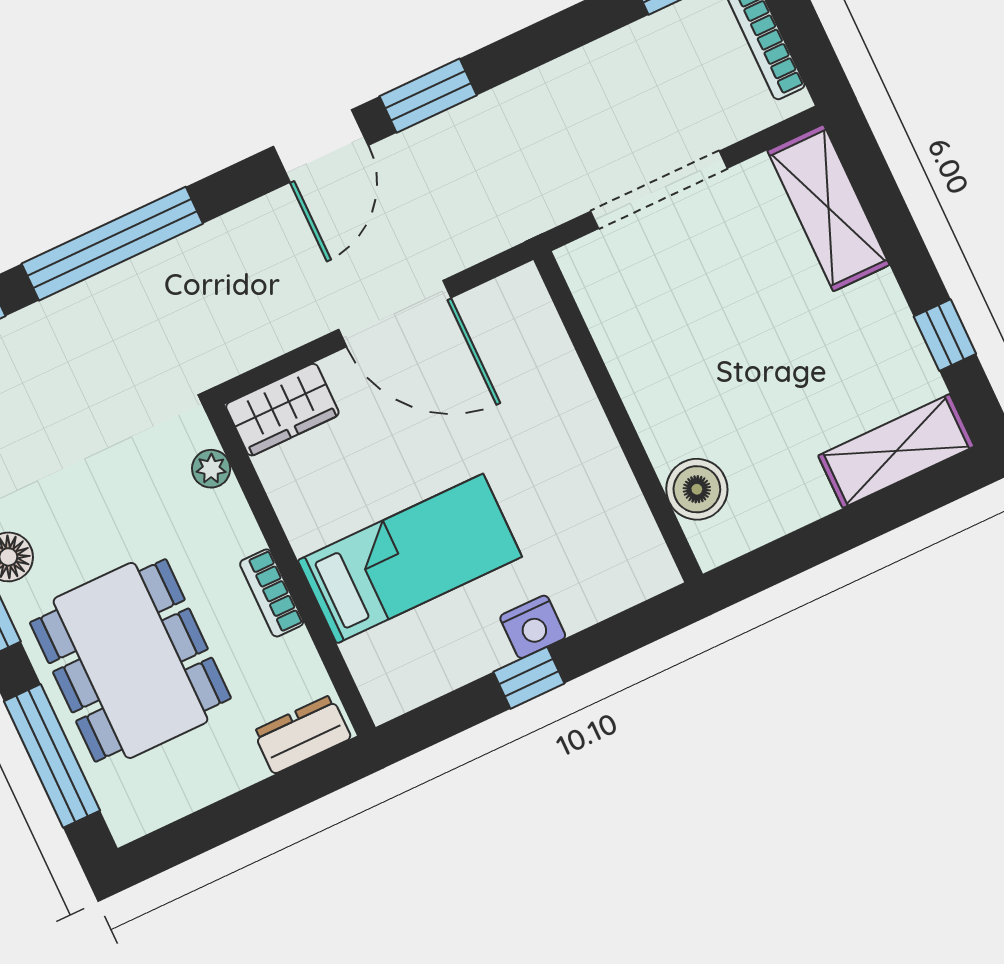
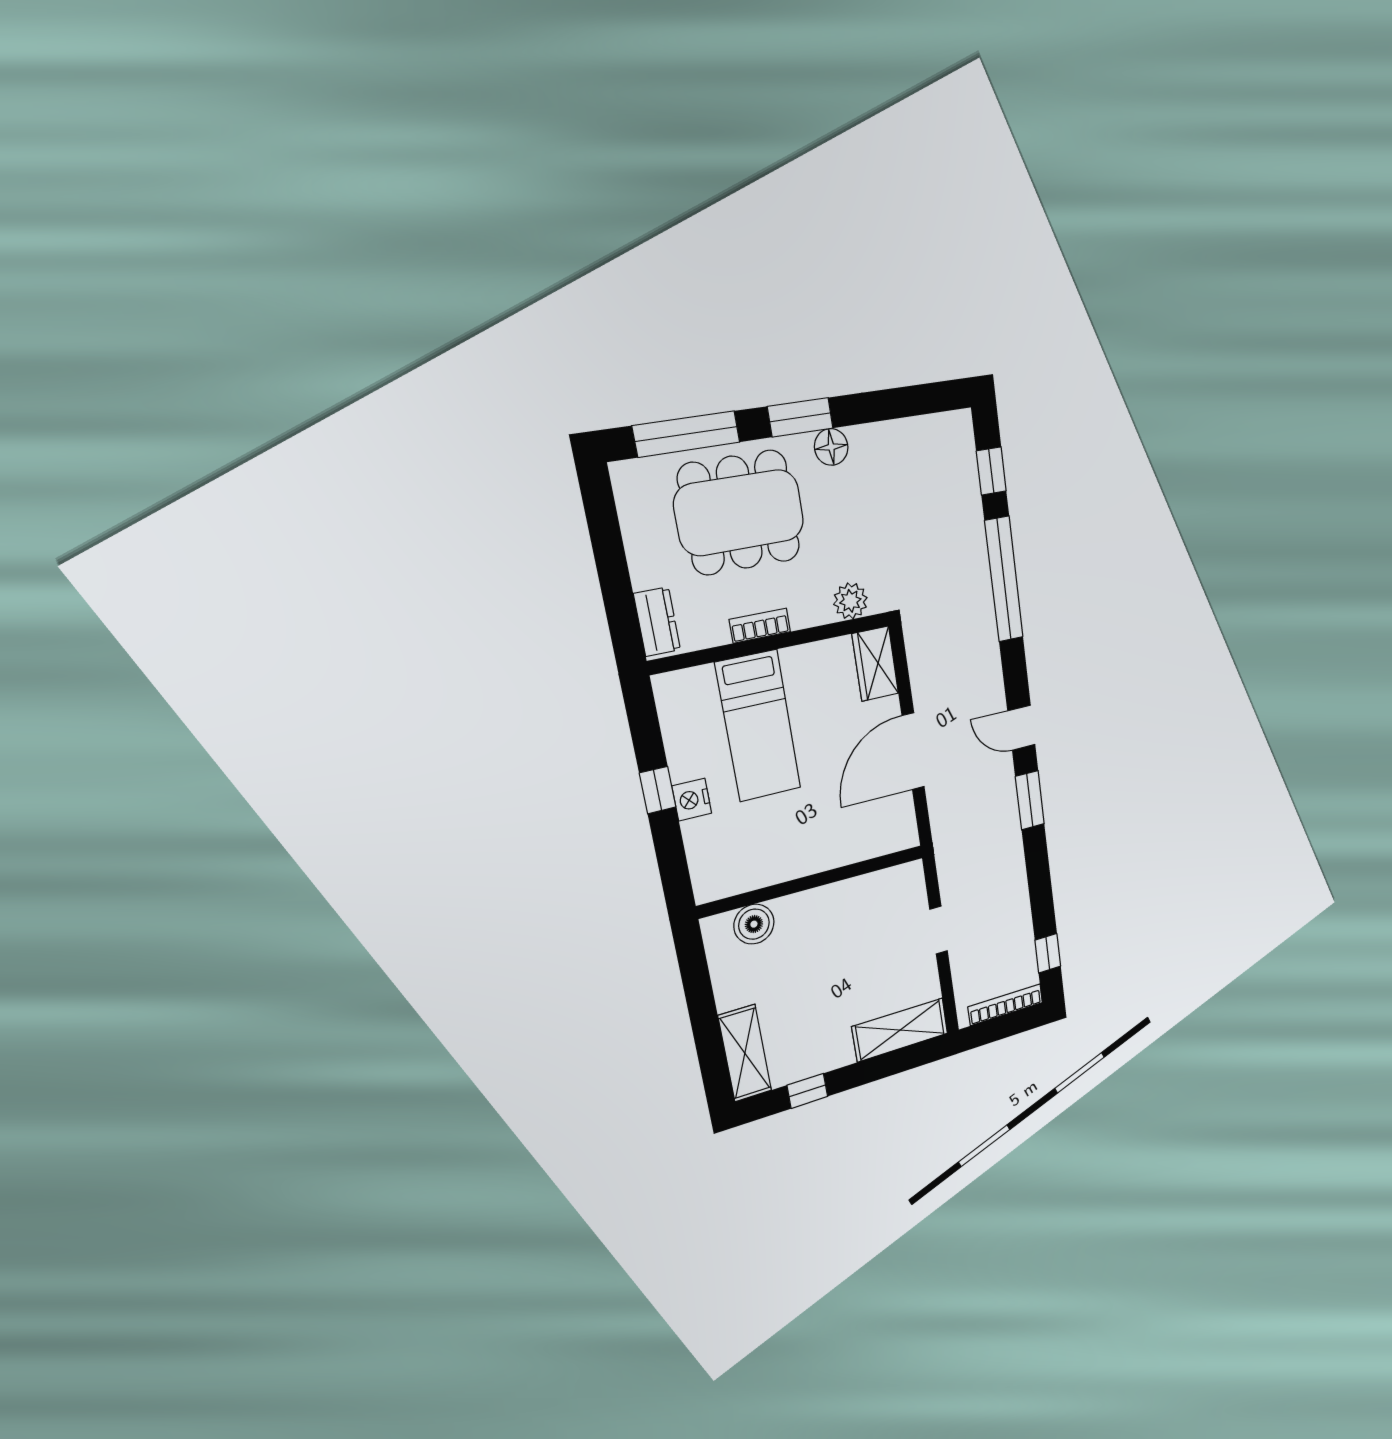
door: (321, 146) -> (1021, 728), width x0.73
doorway: (659, 190) -> (939, 930), width x0.53
plant: (211, 469) -> (850, 601), width x1.38, depth x1.38

